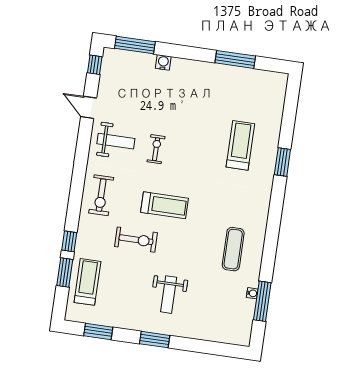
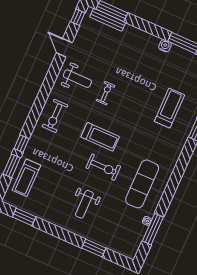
bench: (133, 57) -> (108, 20), added
water cooler: (163, 62) -> (165, 46), moved
exercise bike: (136, 240) -> (103, 167), moved
exercise mat: (233, 249) -> (142, 184), width x1.36, depth x1.45
treadmill: (87, 282) -> (26, 178), turned 180
window: (155, 340) -> (94, 248), moved

